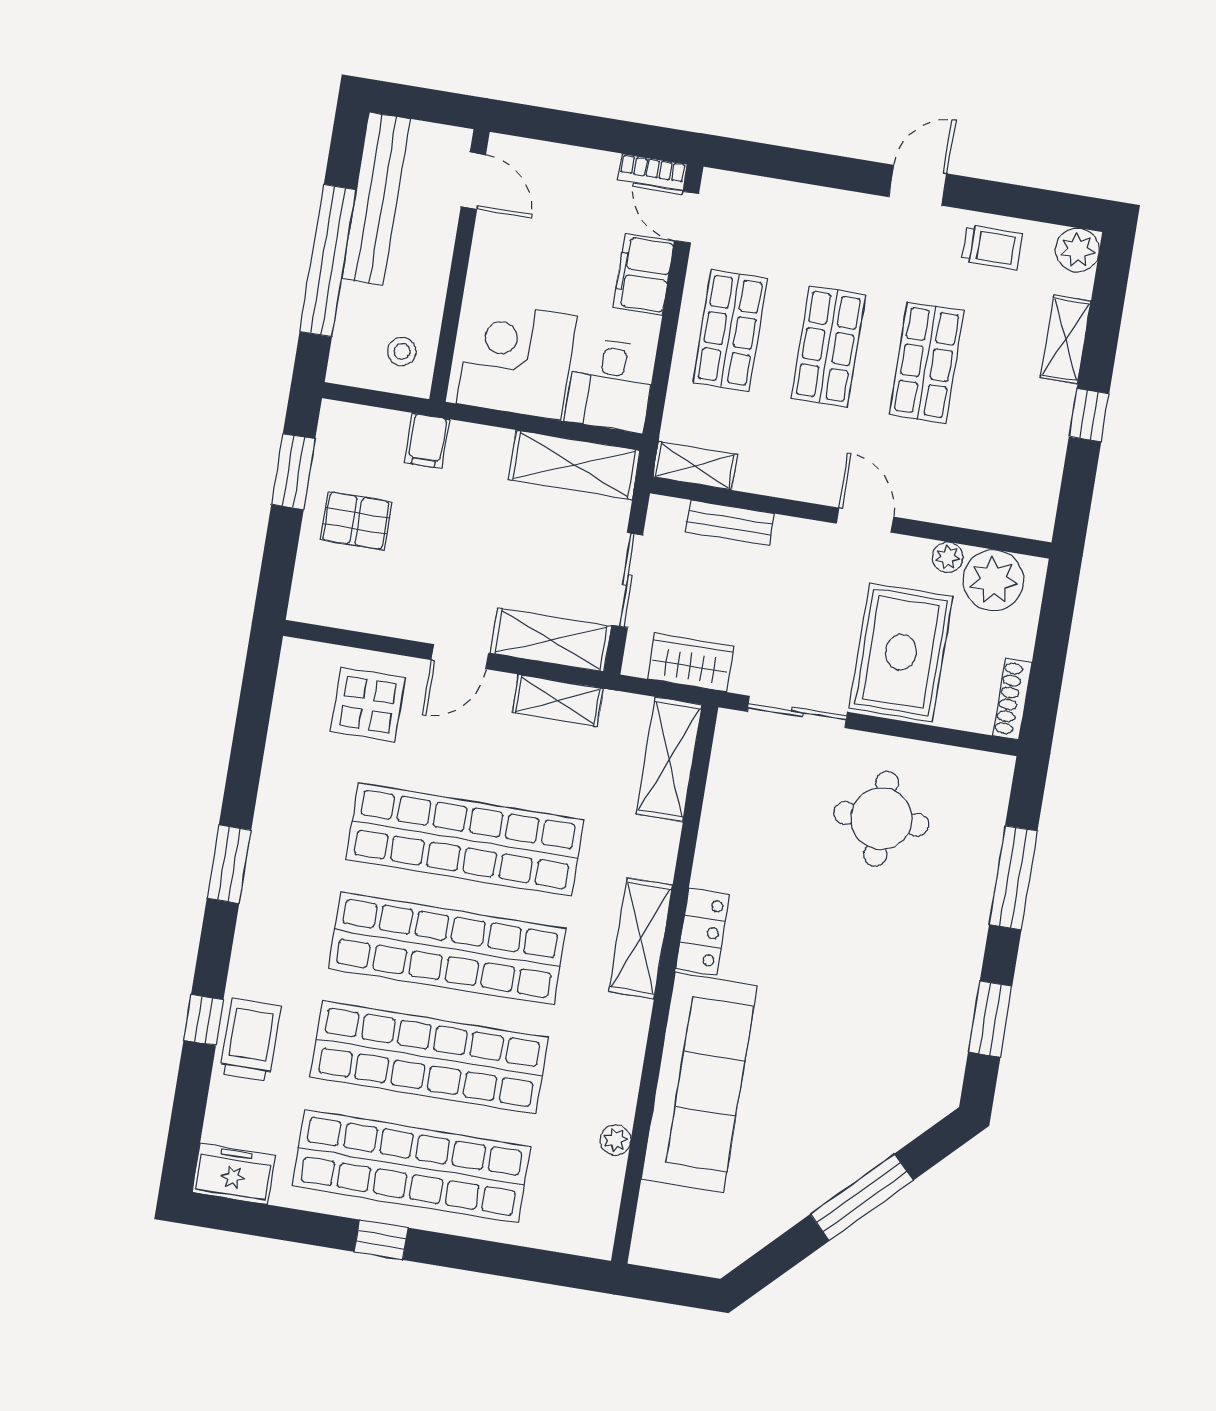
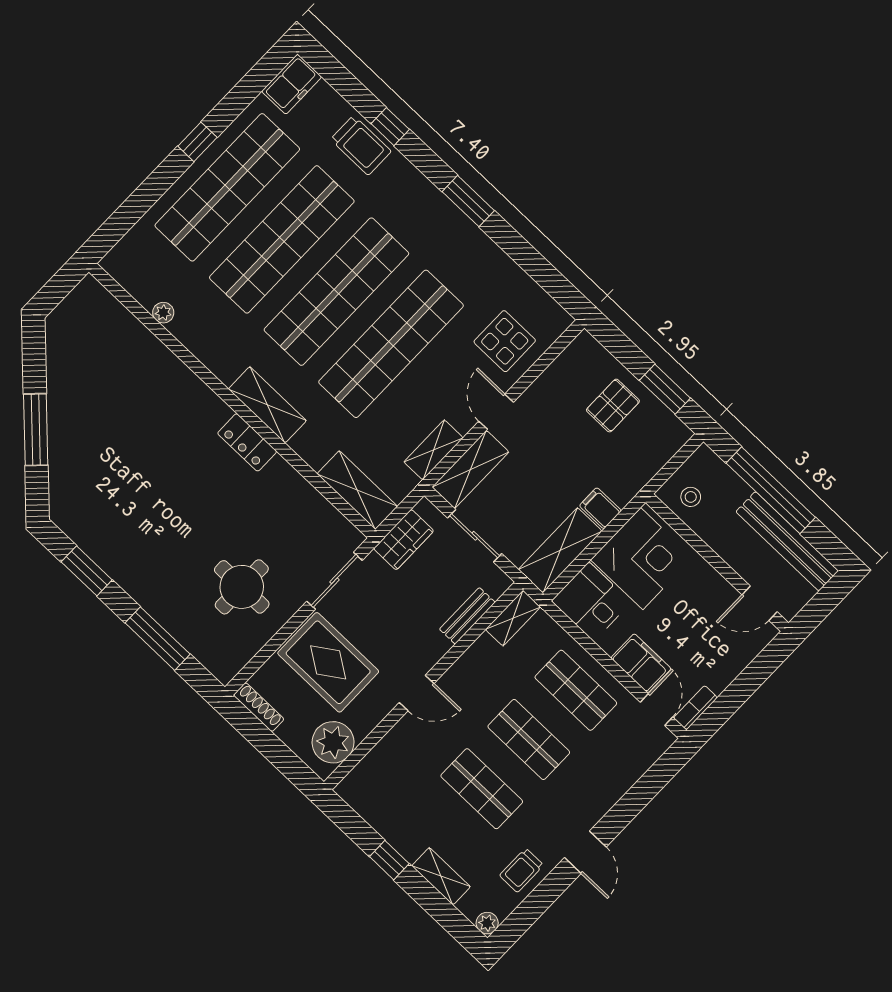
door: (687, 217) -> (656, 710), hinge flipped
plant: (1077, 250) -> (487, 923), width x0.73, depth x0.73
filing cabinet: (427, 441) -> (600, 508), moved
plant: (948, 557) -> (364, 725), removed
sofa: (699, 1082) -> (163, 382), removed

